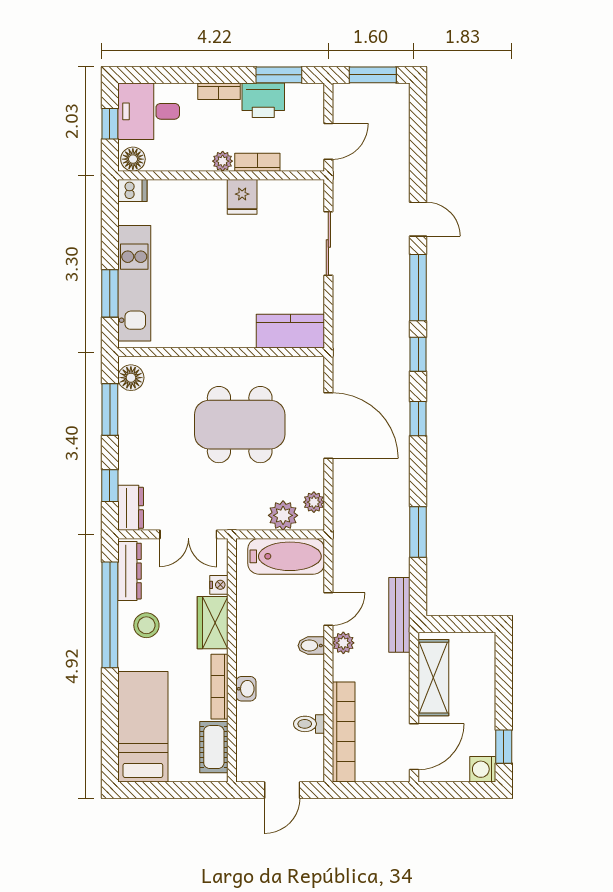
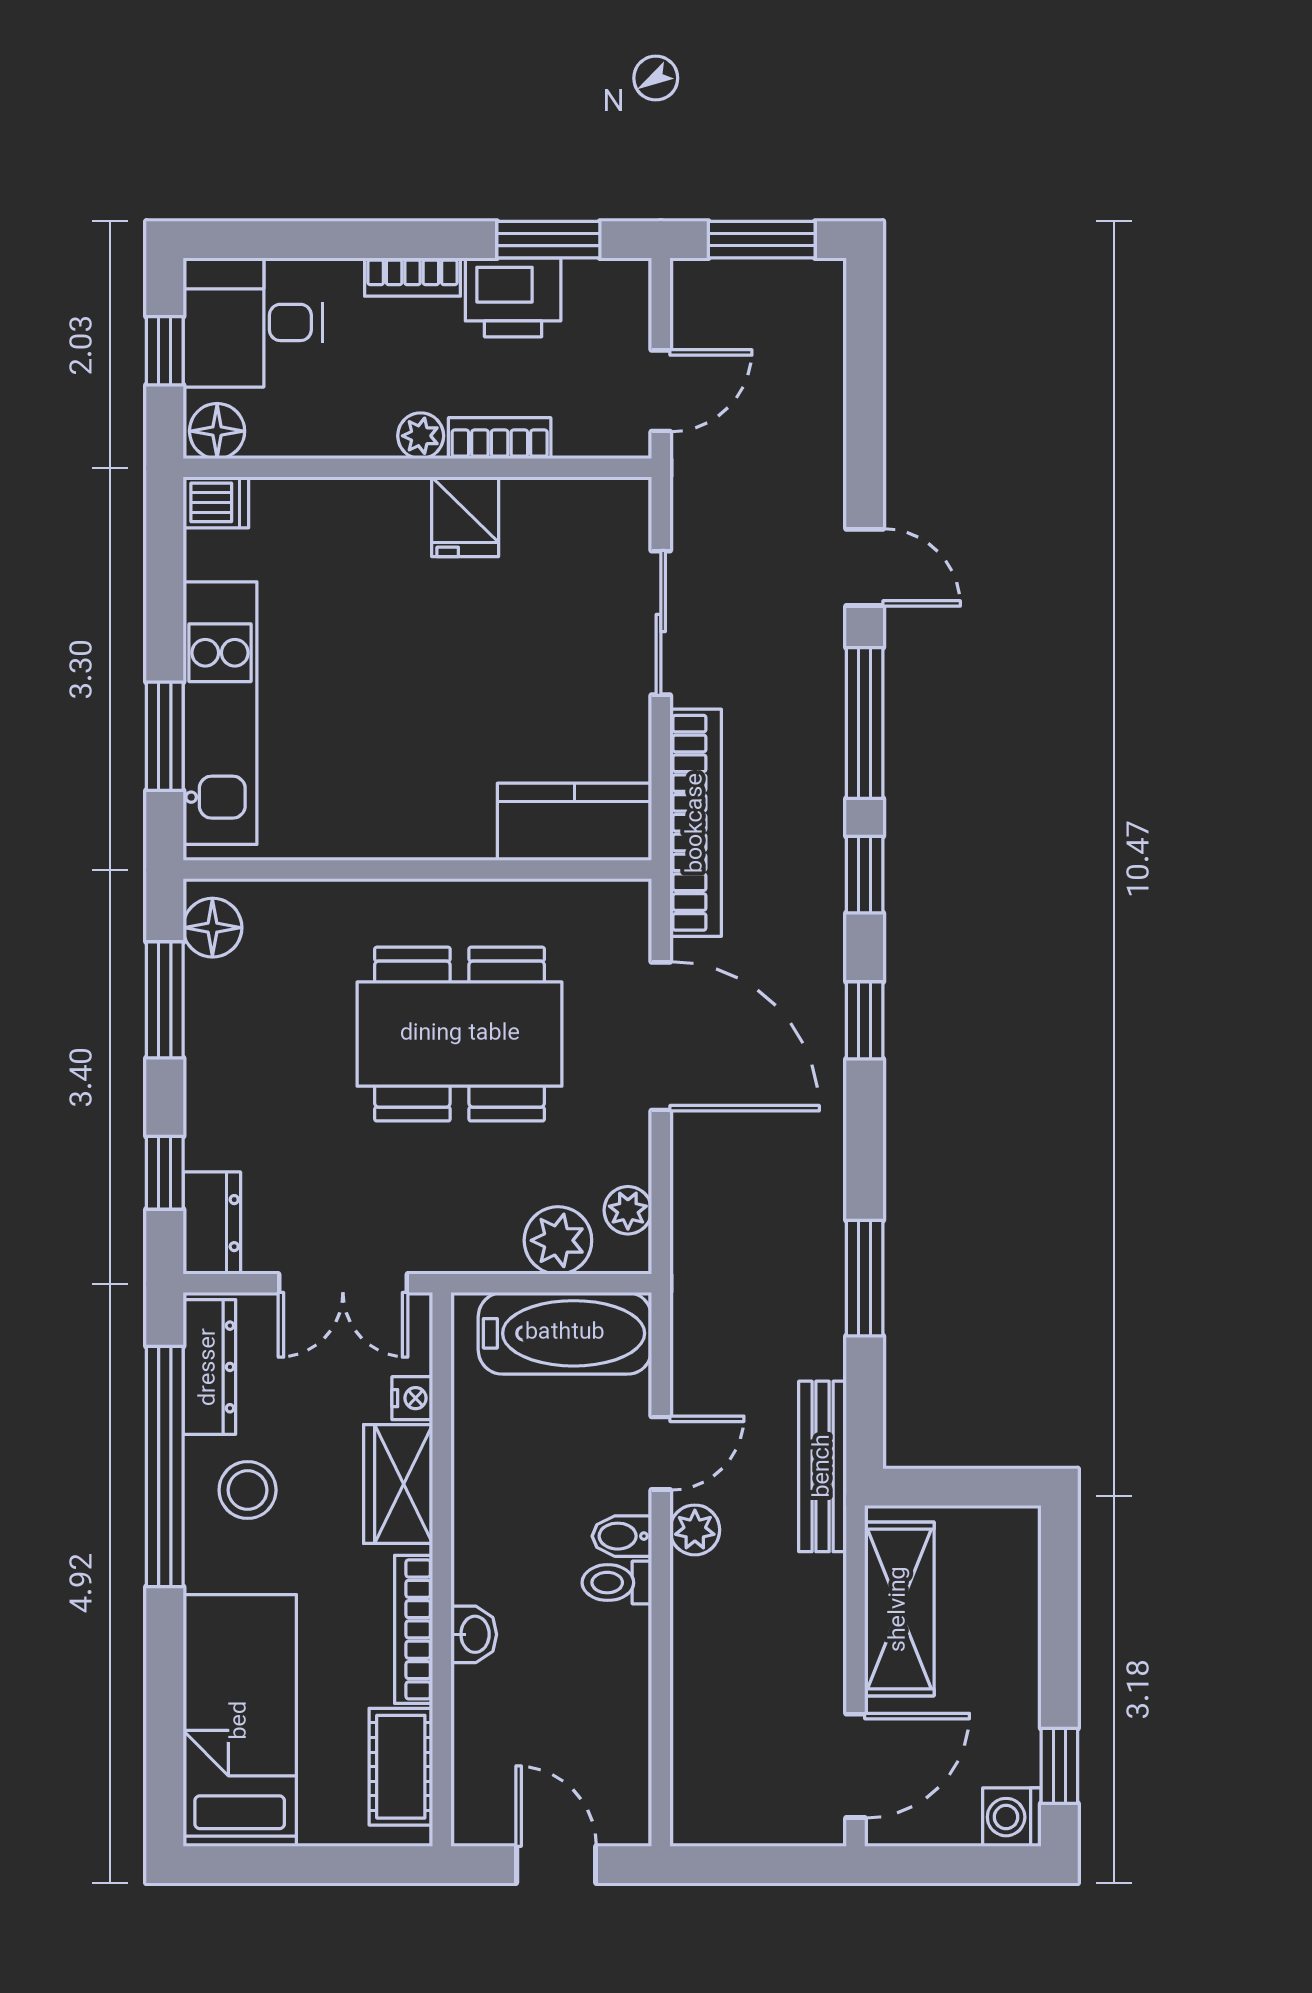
toilet: (309, 724) -> (617, 1583), moved
bookcase: (344, 732) -> (696, 823), moved
door: (282, 790) -> (556, 1865), swing flipped

